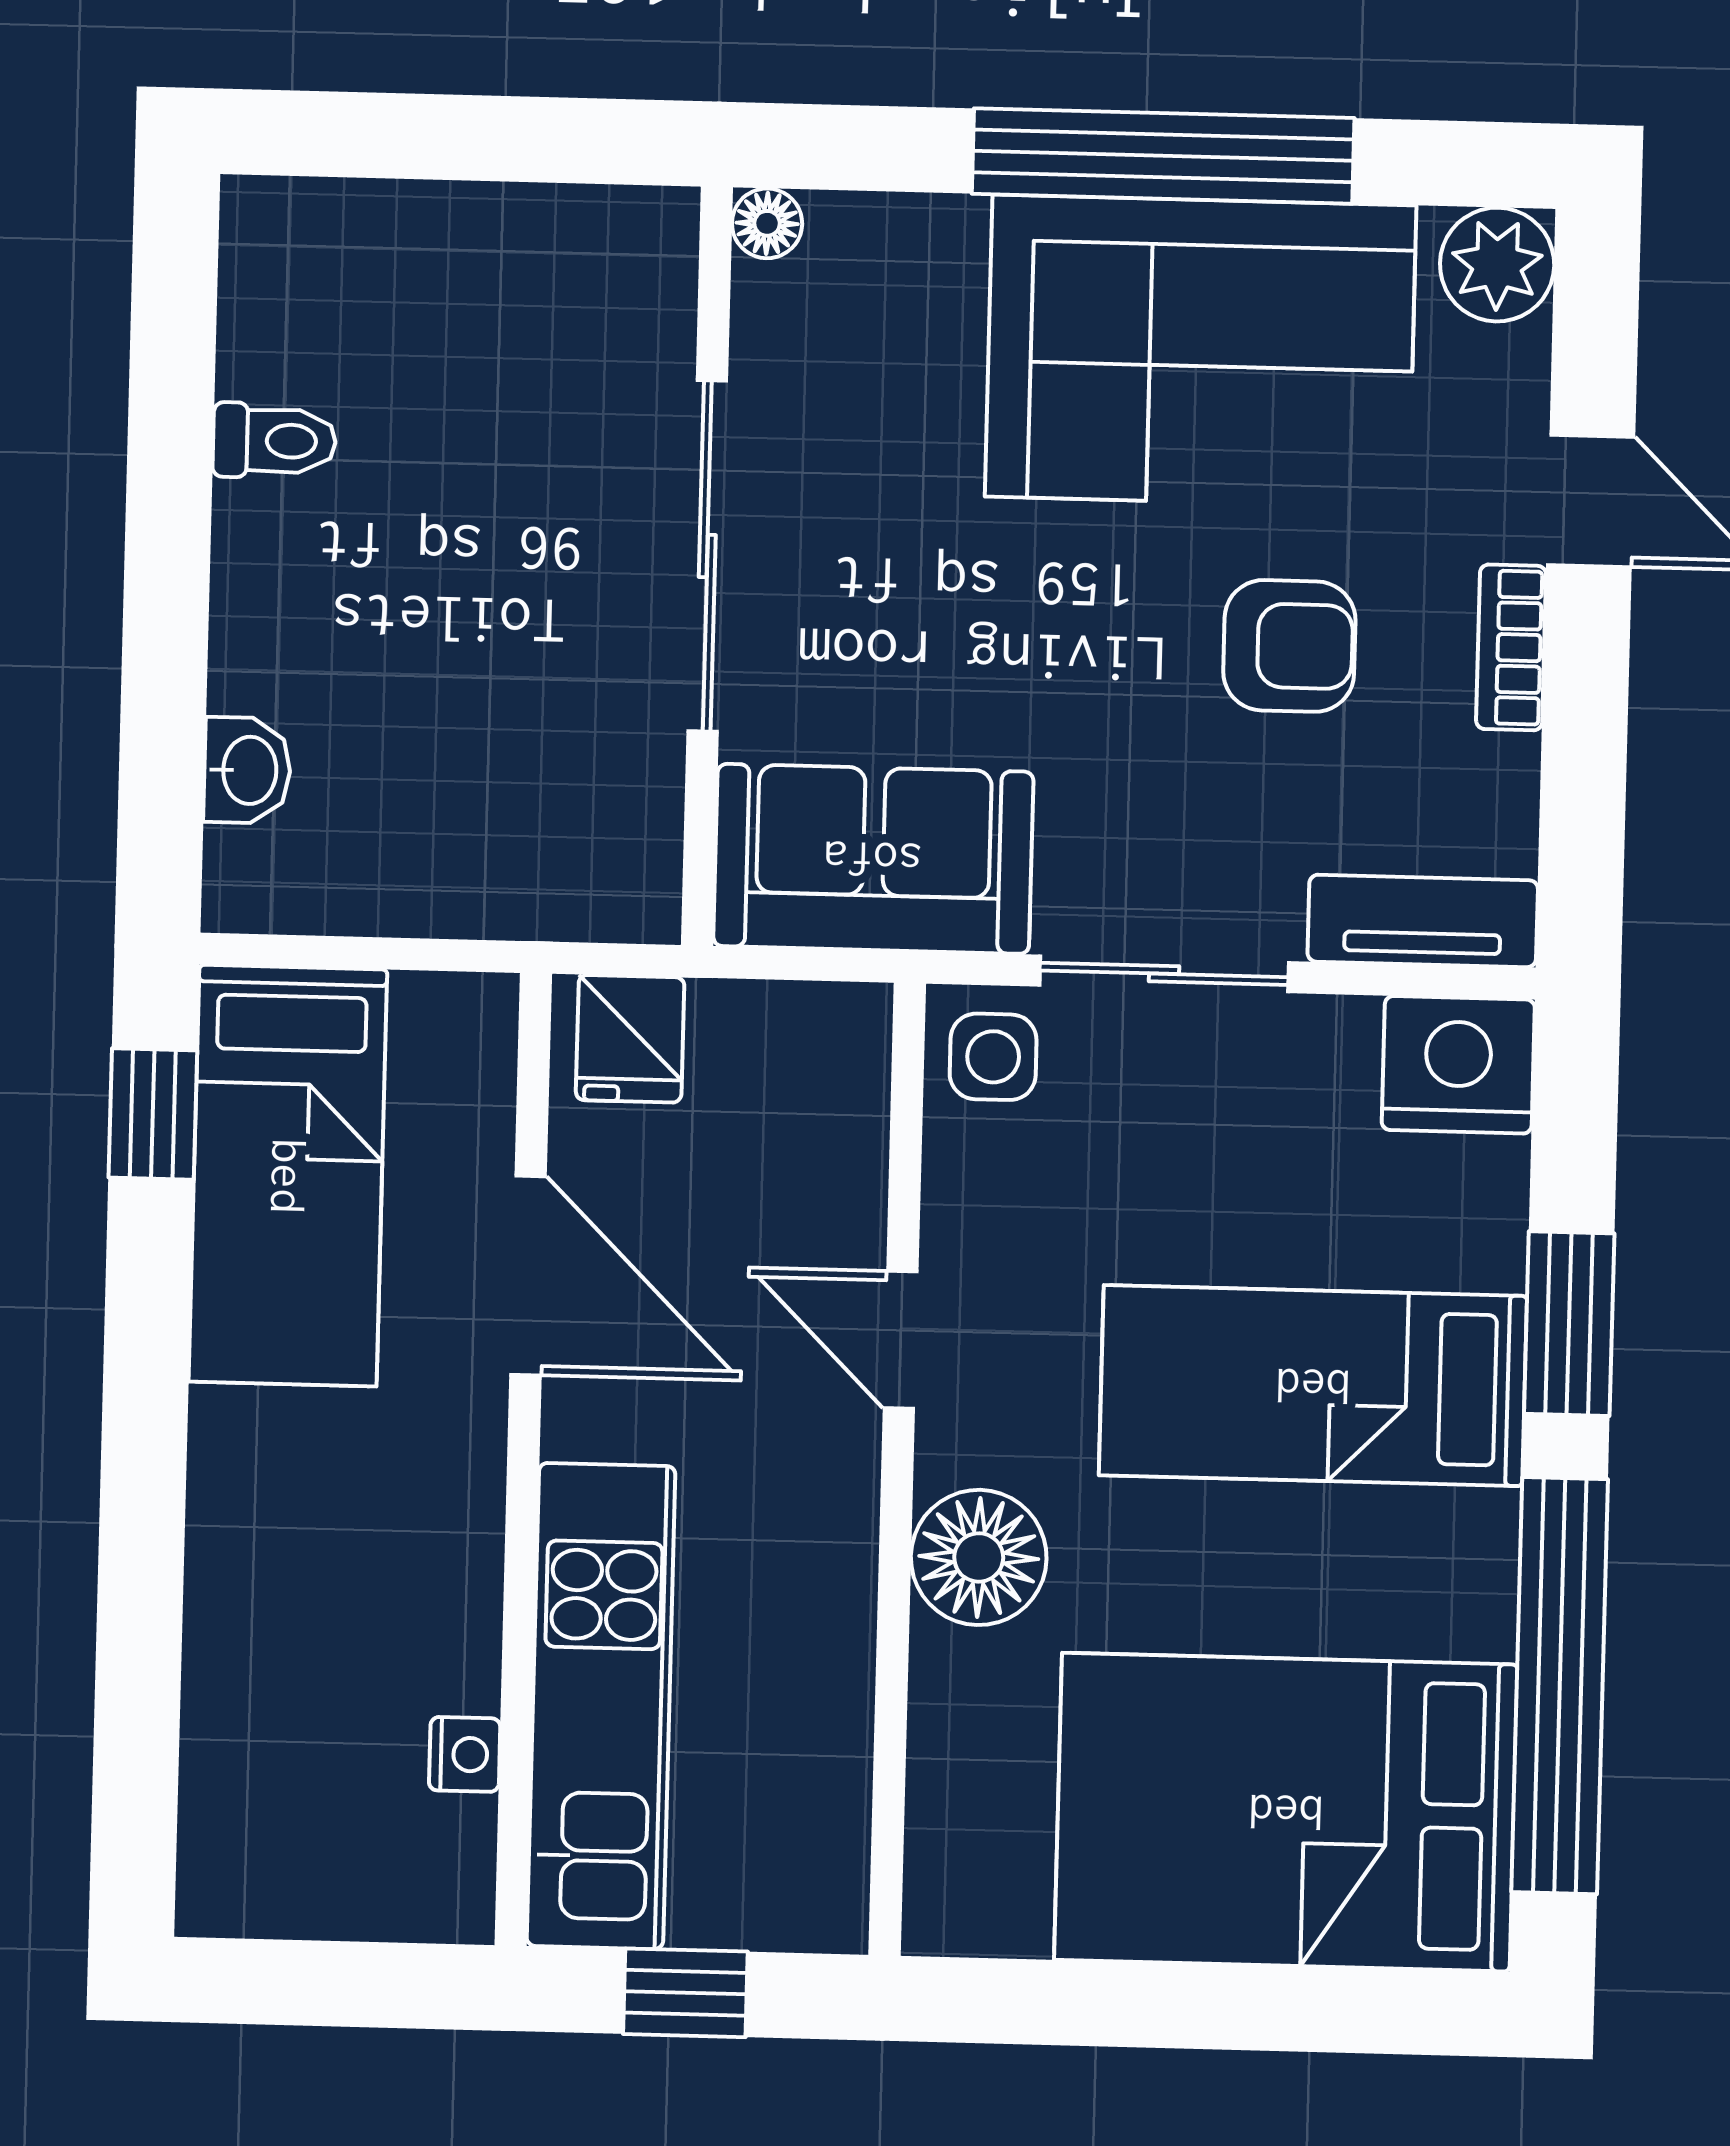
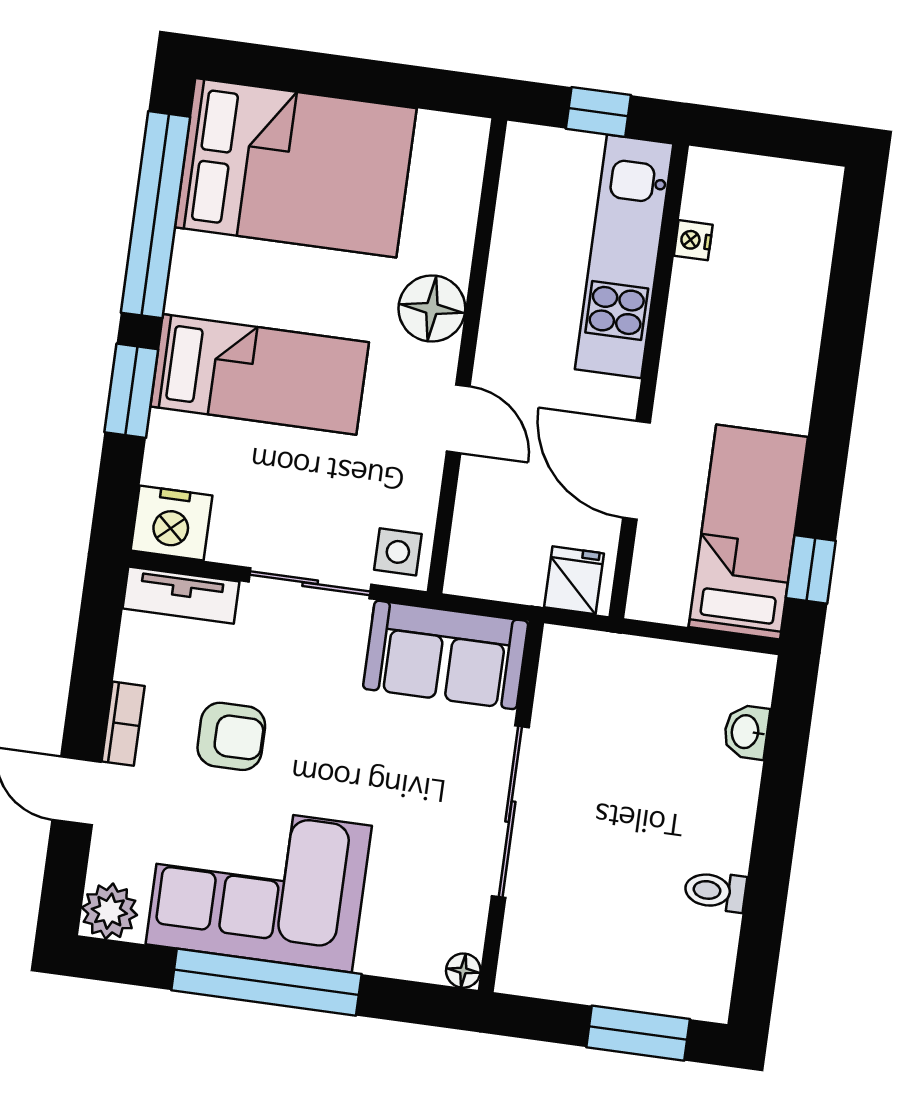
window: (399, 136) -> (638, 1033), added
armchair: (1289, 646) -> (231, 736), turned 180

